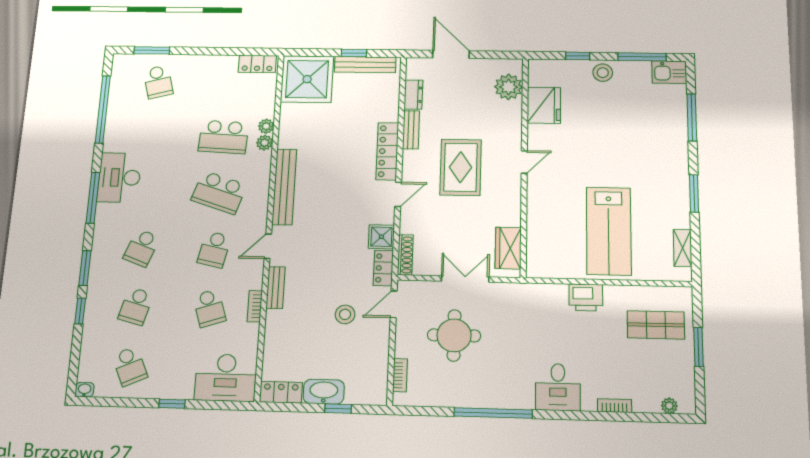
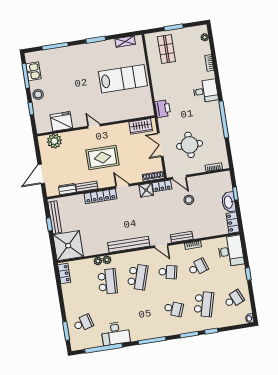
kitchen sink: (669, 72) -> (34, 71), moved
desk: (119, 178) -> (115, 333), moved
printer: (586, 297) -> (163, 109), moved
school desk: (136, 306) -> (204, 304), width x1.85

